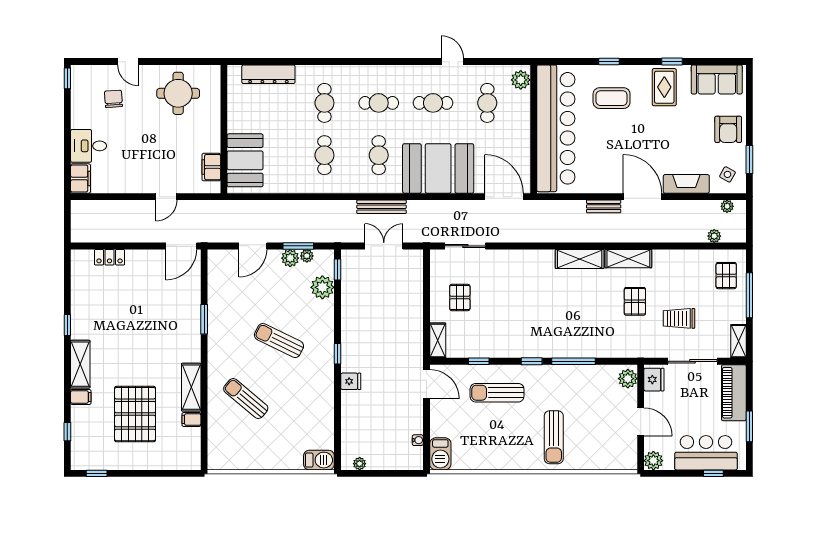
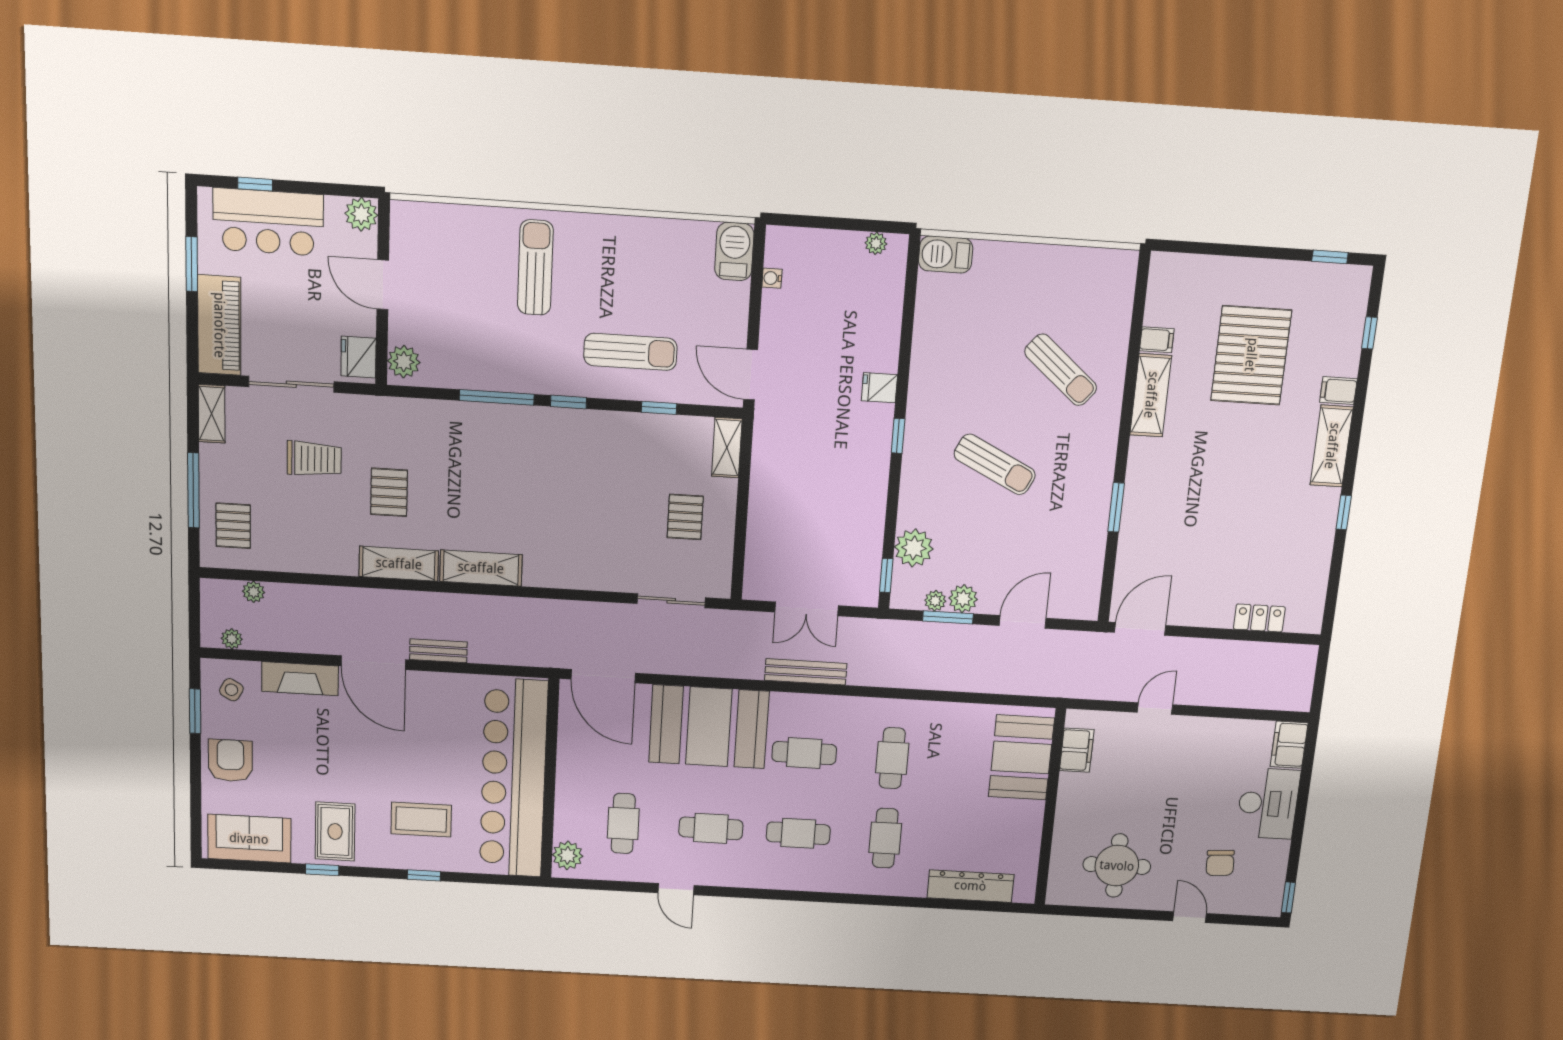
desk: (89, 146) -> (1268, 803), width x1.37
cafe table: (379, 155) -> (804, 753), turned 90

